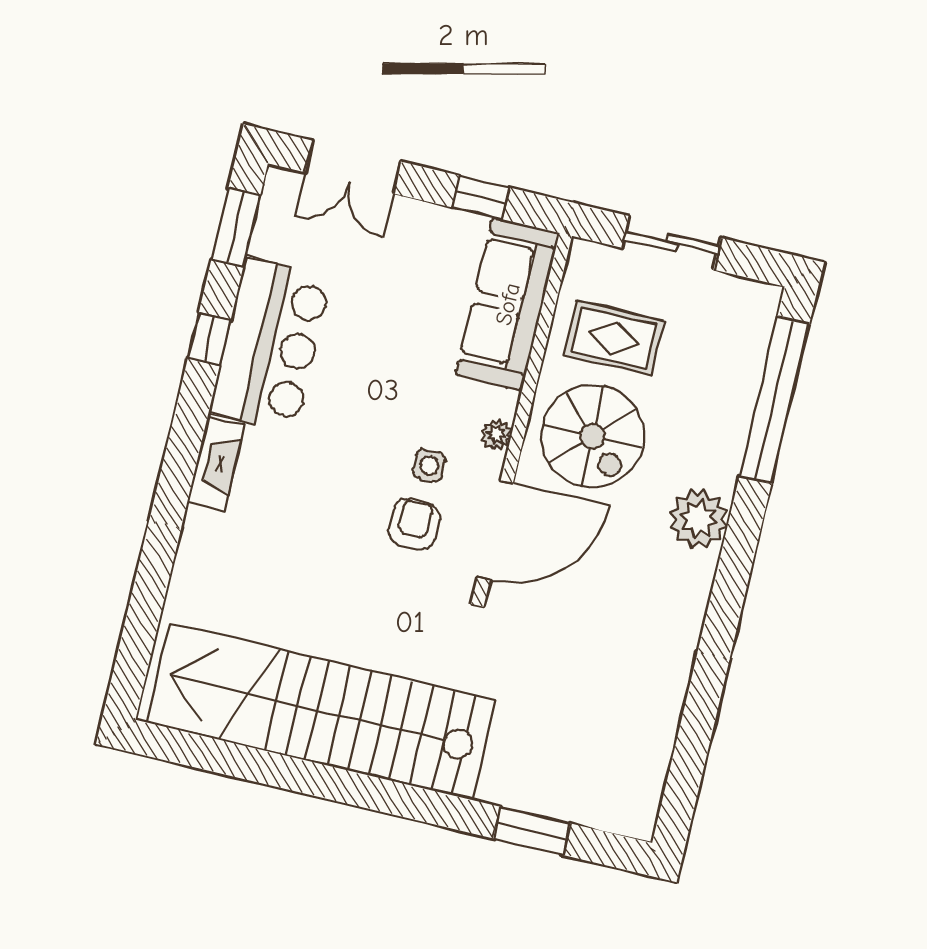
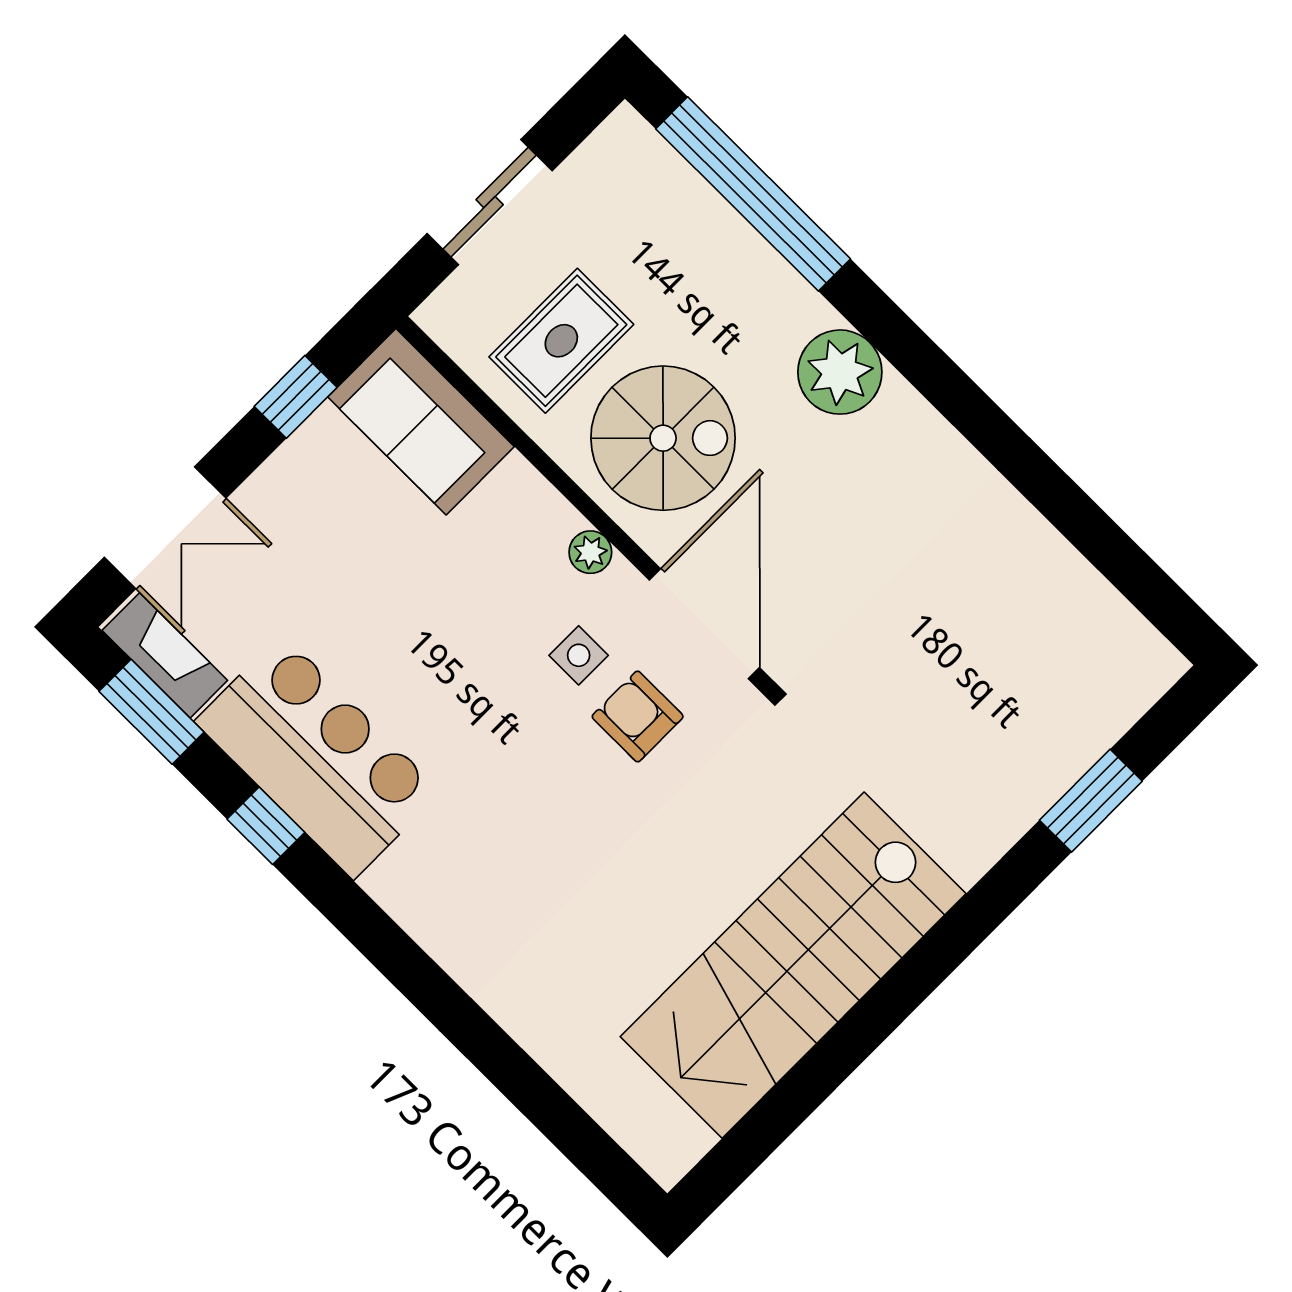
sofa: (508, 304) -> (421, 422), width x0.73
fireplace: (216, 463) -> (165, 655), moved
stairs: (321, 711) -> (793, 965), width x0.73

